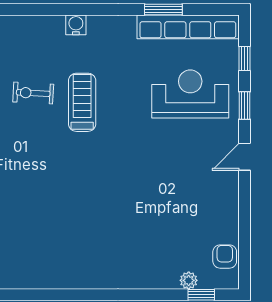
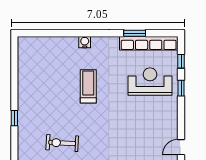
exercise bike: (33, 93) -> (62, 143), moved, width x1.38, depth x1.39
door: (245, 157) -> (181, 147), moved

